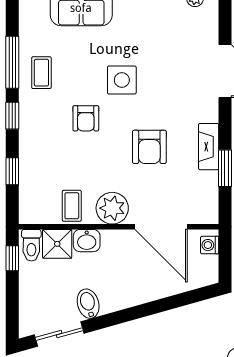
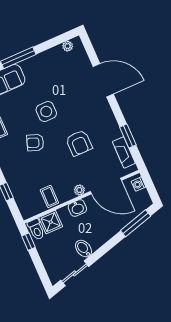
armchair: (86, 118) -> (35, 143), turned 110
fireplace: (209, 147) -> (124, 152), moved
plant: (112, 208) -> (79, 190), width x0.53, depth x0.53
washbasin: (87, 241) -> (77, 208), moved
window: (180, 300) -> (136, 223), added

